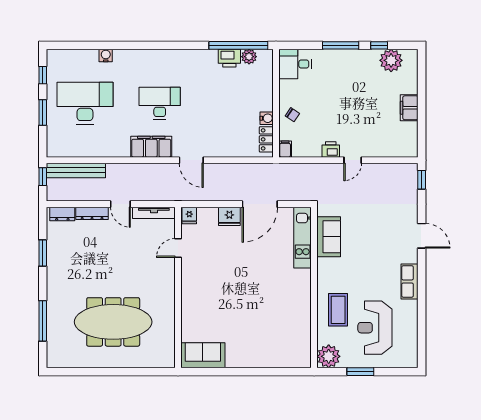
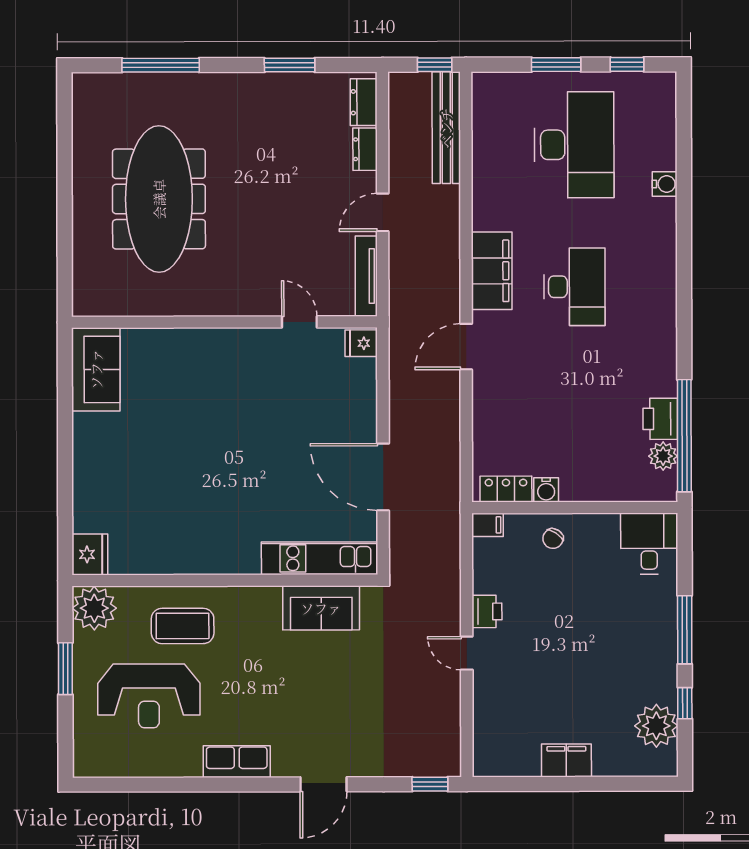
dresser: (92, 213) -> (365, 149), width x0.70
fridge: (229, 216) -> (90, 554), moved, turned 180
reception desk: (375, 328) -> (149, 696), turned 180

